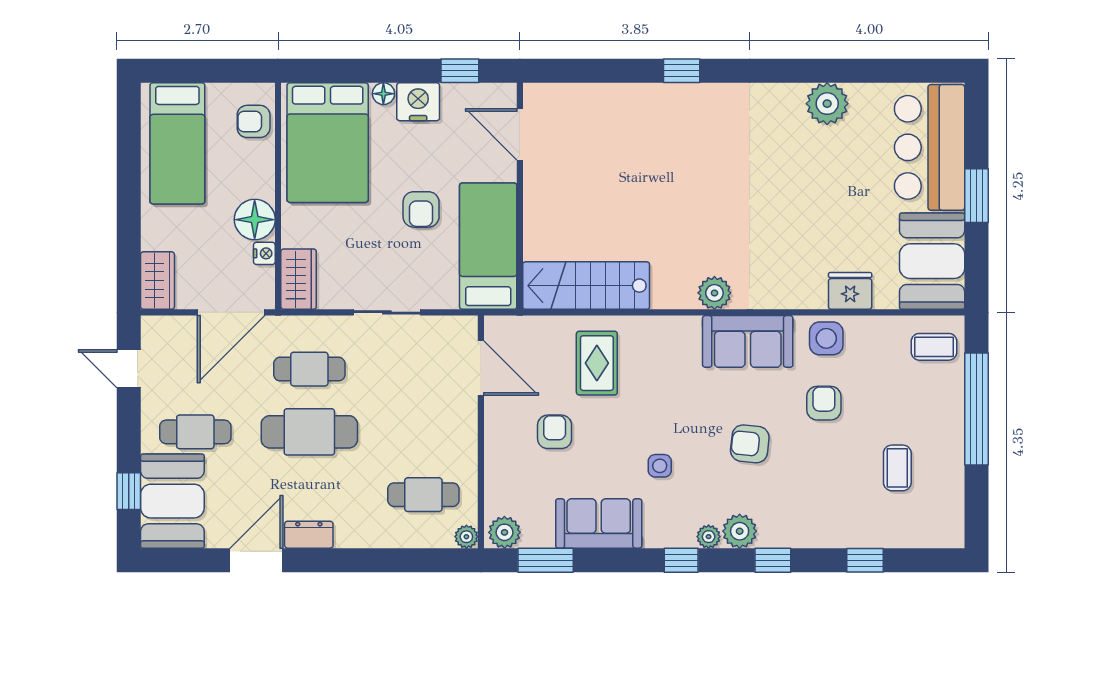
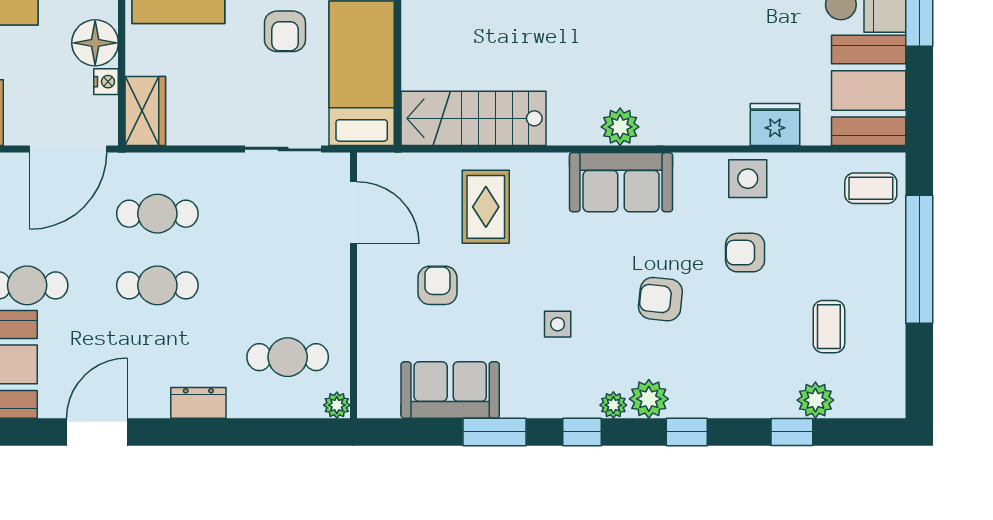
sliding door: (387, 312) -> (283, 149), moved
sofa: (748, 341) -> (621, 182), moved
armchair: (824, 403) -> (745, 253), turned -90
cafe table: (309, 432) -> (157, 285), width x0.73, depth x0.74
sofa: (599, 523) -> (450, 390), moved
plant: (504, 532) -> (815, 400), moved
dresser: (309, 535) -> (198, 403), moved
window: (546, 560) -> (495, 432), moved

